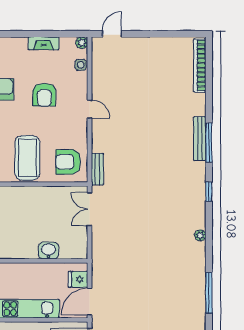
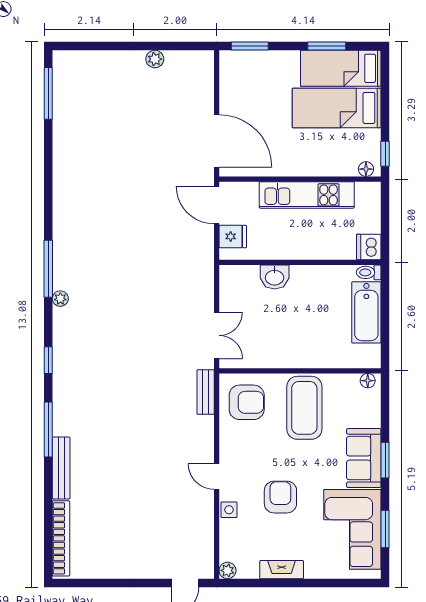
side table: (81, 65) -> (229, 510), moved
bench: (200, 139) -> (61, 468), moved
window: (209, 293) -> (48, 269), moved
door: (90, 302) -> (217, 205), swing flipped

